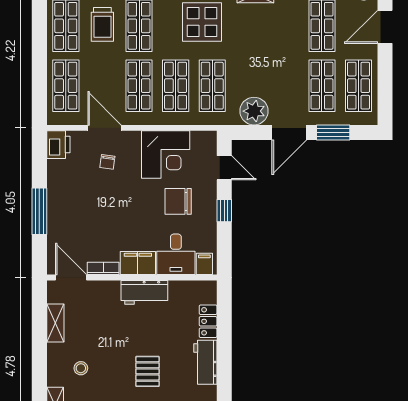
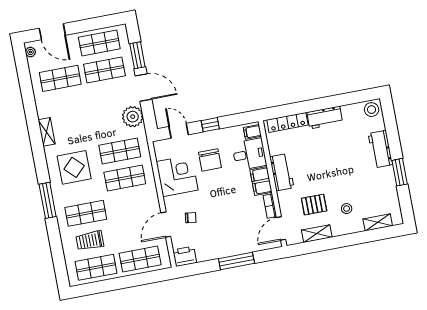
trolley: (102, 24) -> (90, 241), turned 180
shop shelf: (139, 86) -> (130, 205), removed
door: (224, 168) -> (179, 131), hinge flipped
locker: (208, 321) -> (287, 122), width x1.53
pallet: (147, 371) -> (314, 205), moved

